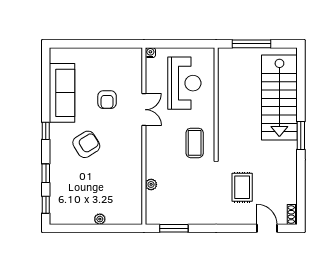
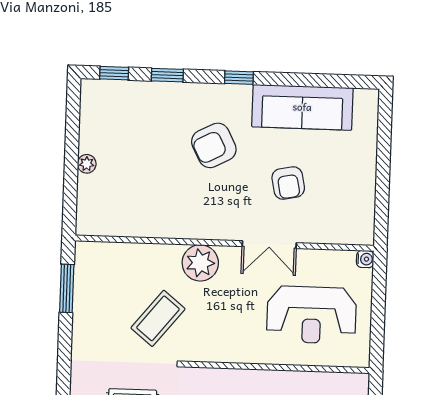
armchair: (107, 100) -> (288, 183), turned -101
coffee table: (195, 143) -> (158, 318), moved, turned -51
armchair: (86, 144) -> (214, 145), turned 95
plant: (151, 184) -> (200, 263), moved, width x1.88, depth x1.88

